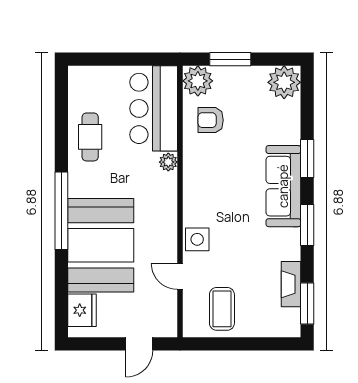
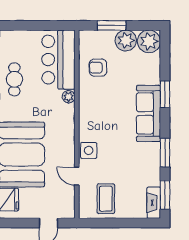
plant: (198, 81) -> (126, 40), moved
window: (307, 225) -> (165, 153), moved
fireplace: (291, 284) -> (154, 203), moved

